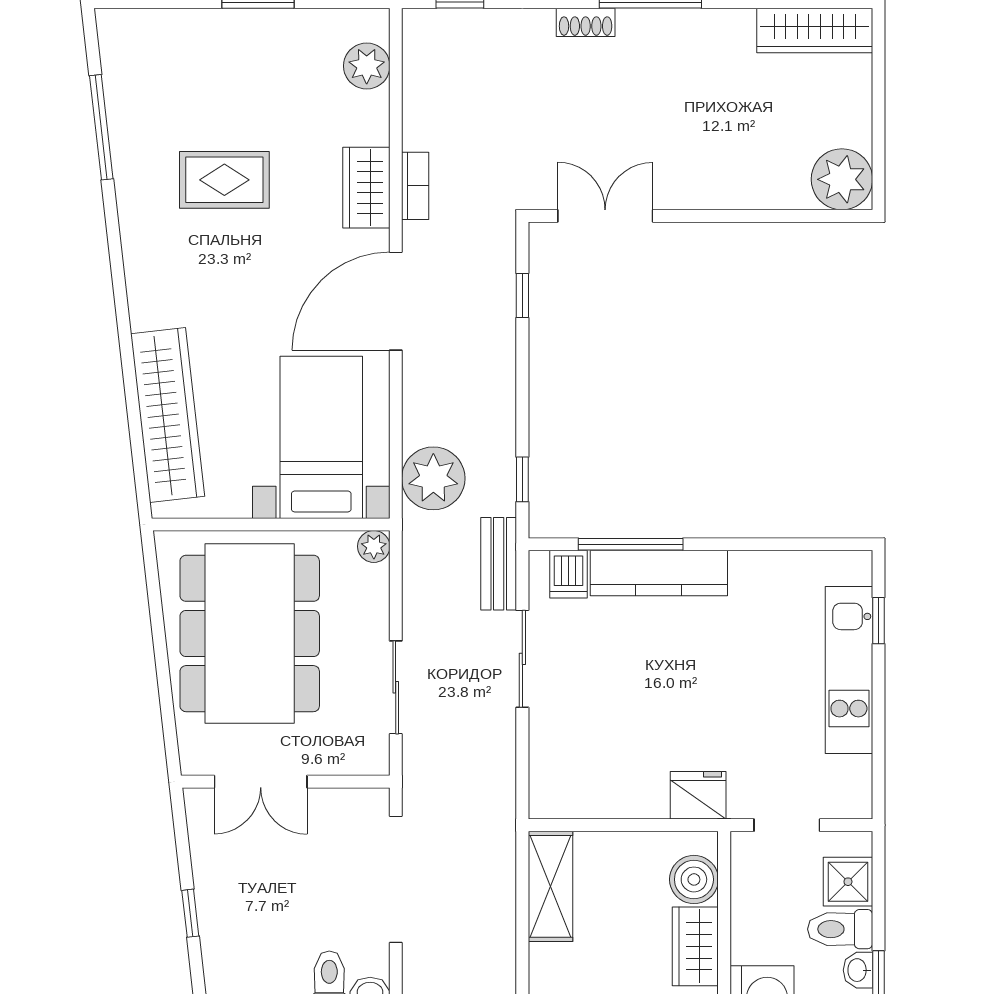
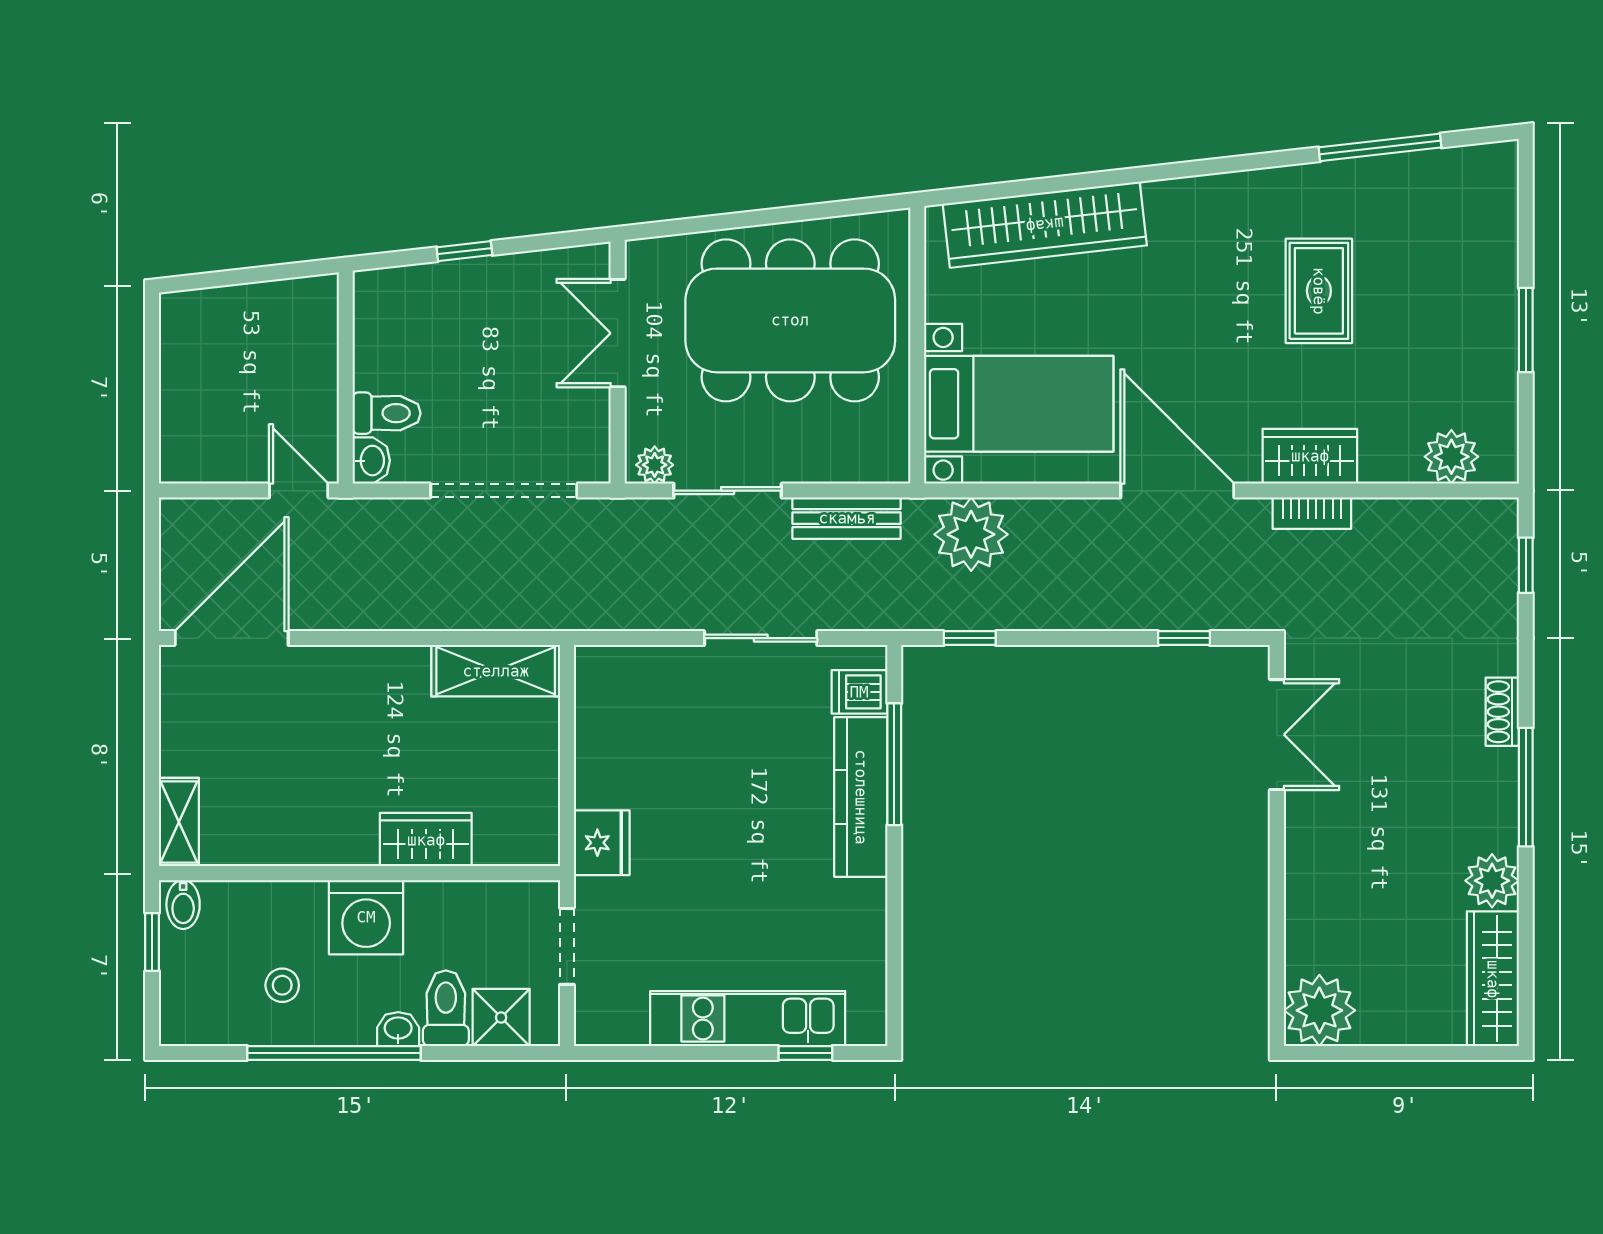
plant: (731, 31) -> (1492, 881), added
plant: (374, 546) -> (655, 465), moved
bench: (499, 564) -> (847, 518), moved
boiler: (694, 879) -> (504, 838), removed

